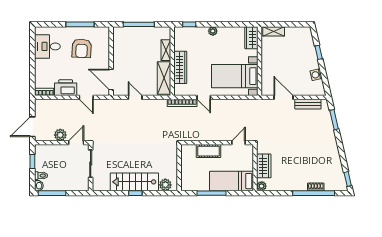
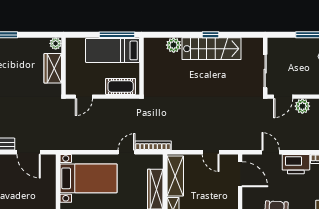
door: (204, 97) -> (126, 152), hinge flipped
wall: (179, 168) -> (141, 66), moved
bed: (231, 181) -> (113, 50), moved, turned 180

